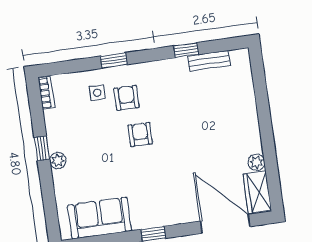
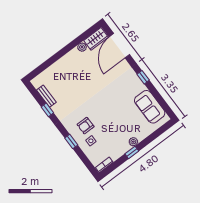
armchair: (140, 135) -> (99, 109), removed

